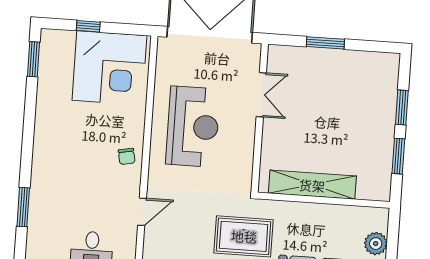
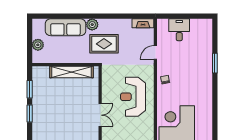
window: (33, 59) -> (215, 125), removed
double door: (261, 95) -> (100, 115), swing flipped
window: (23, 207) -> (215, 63), moved

